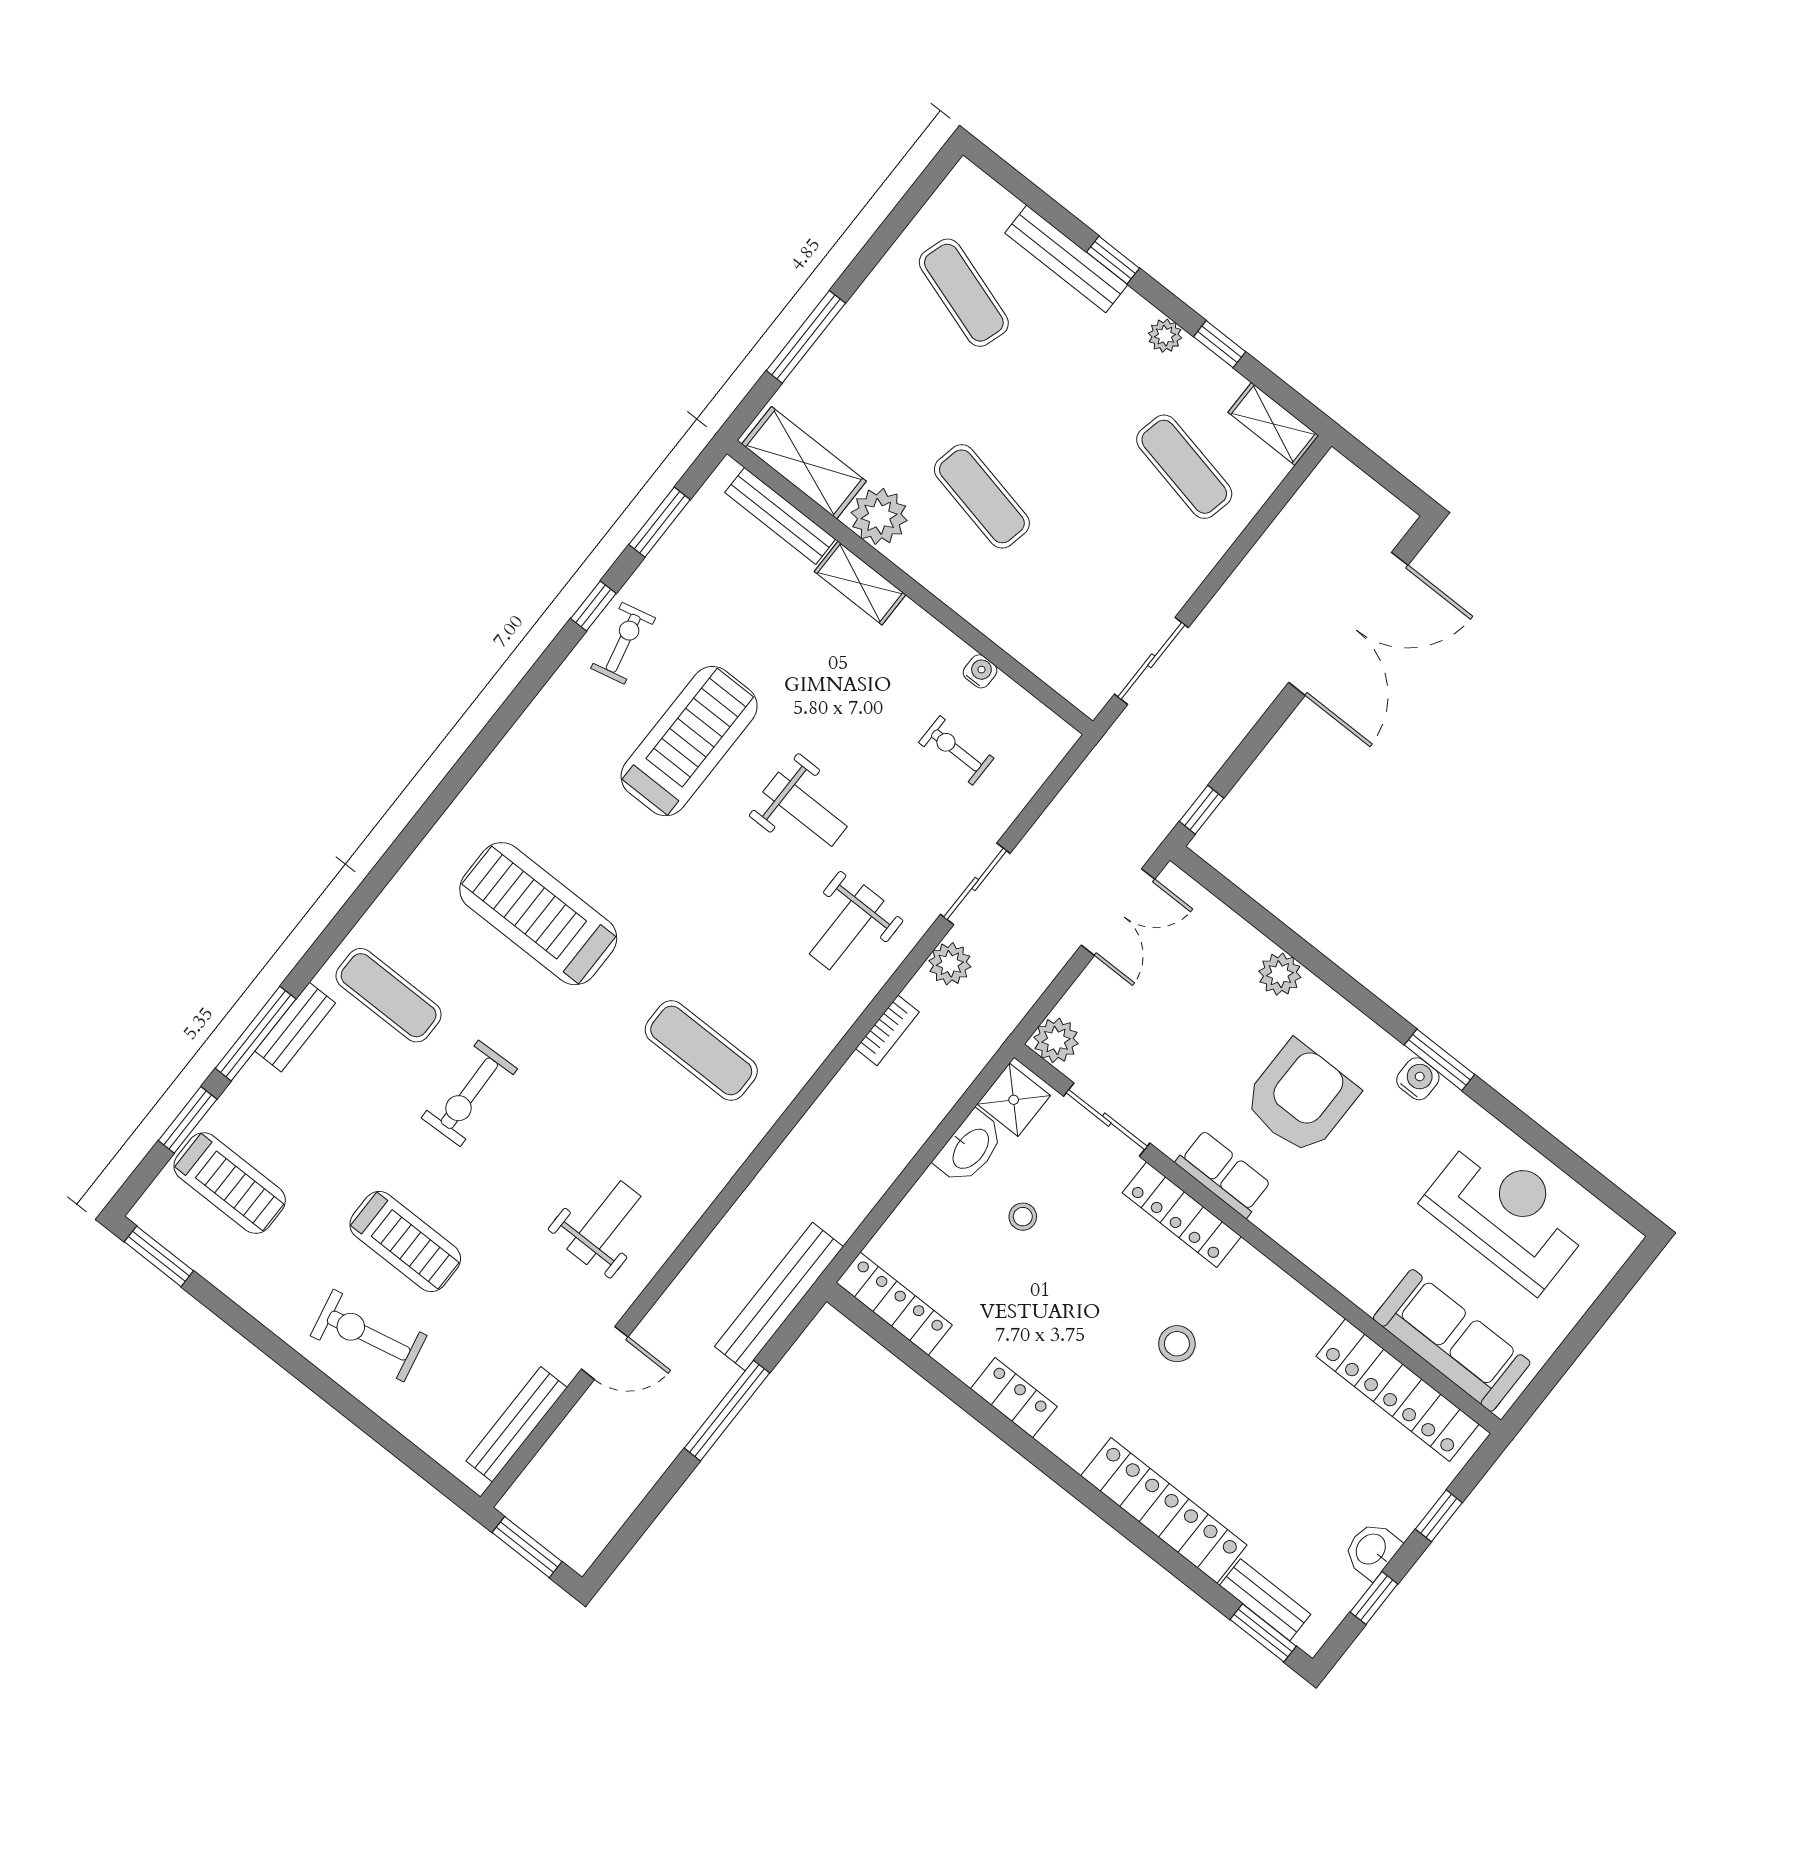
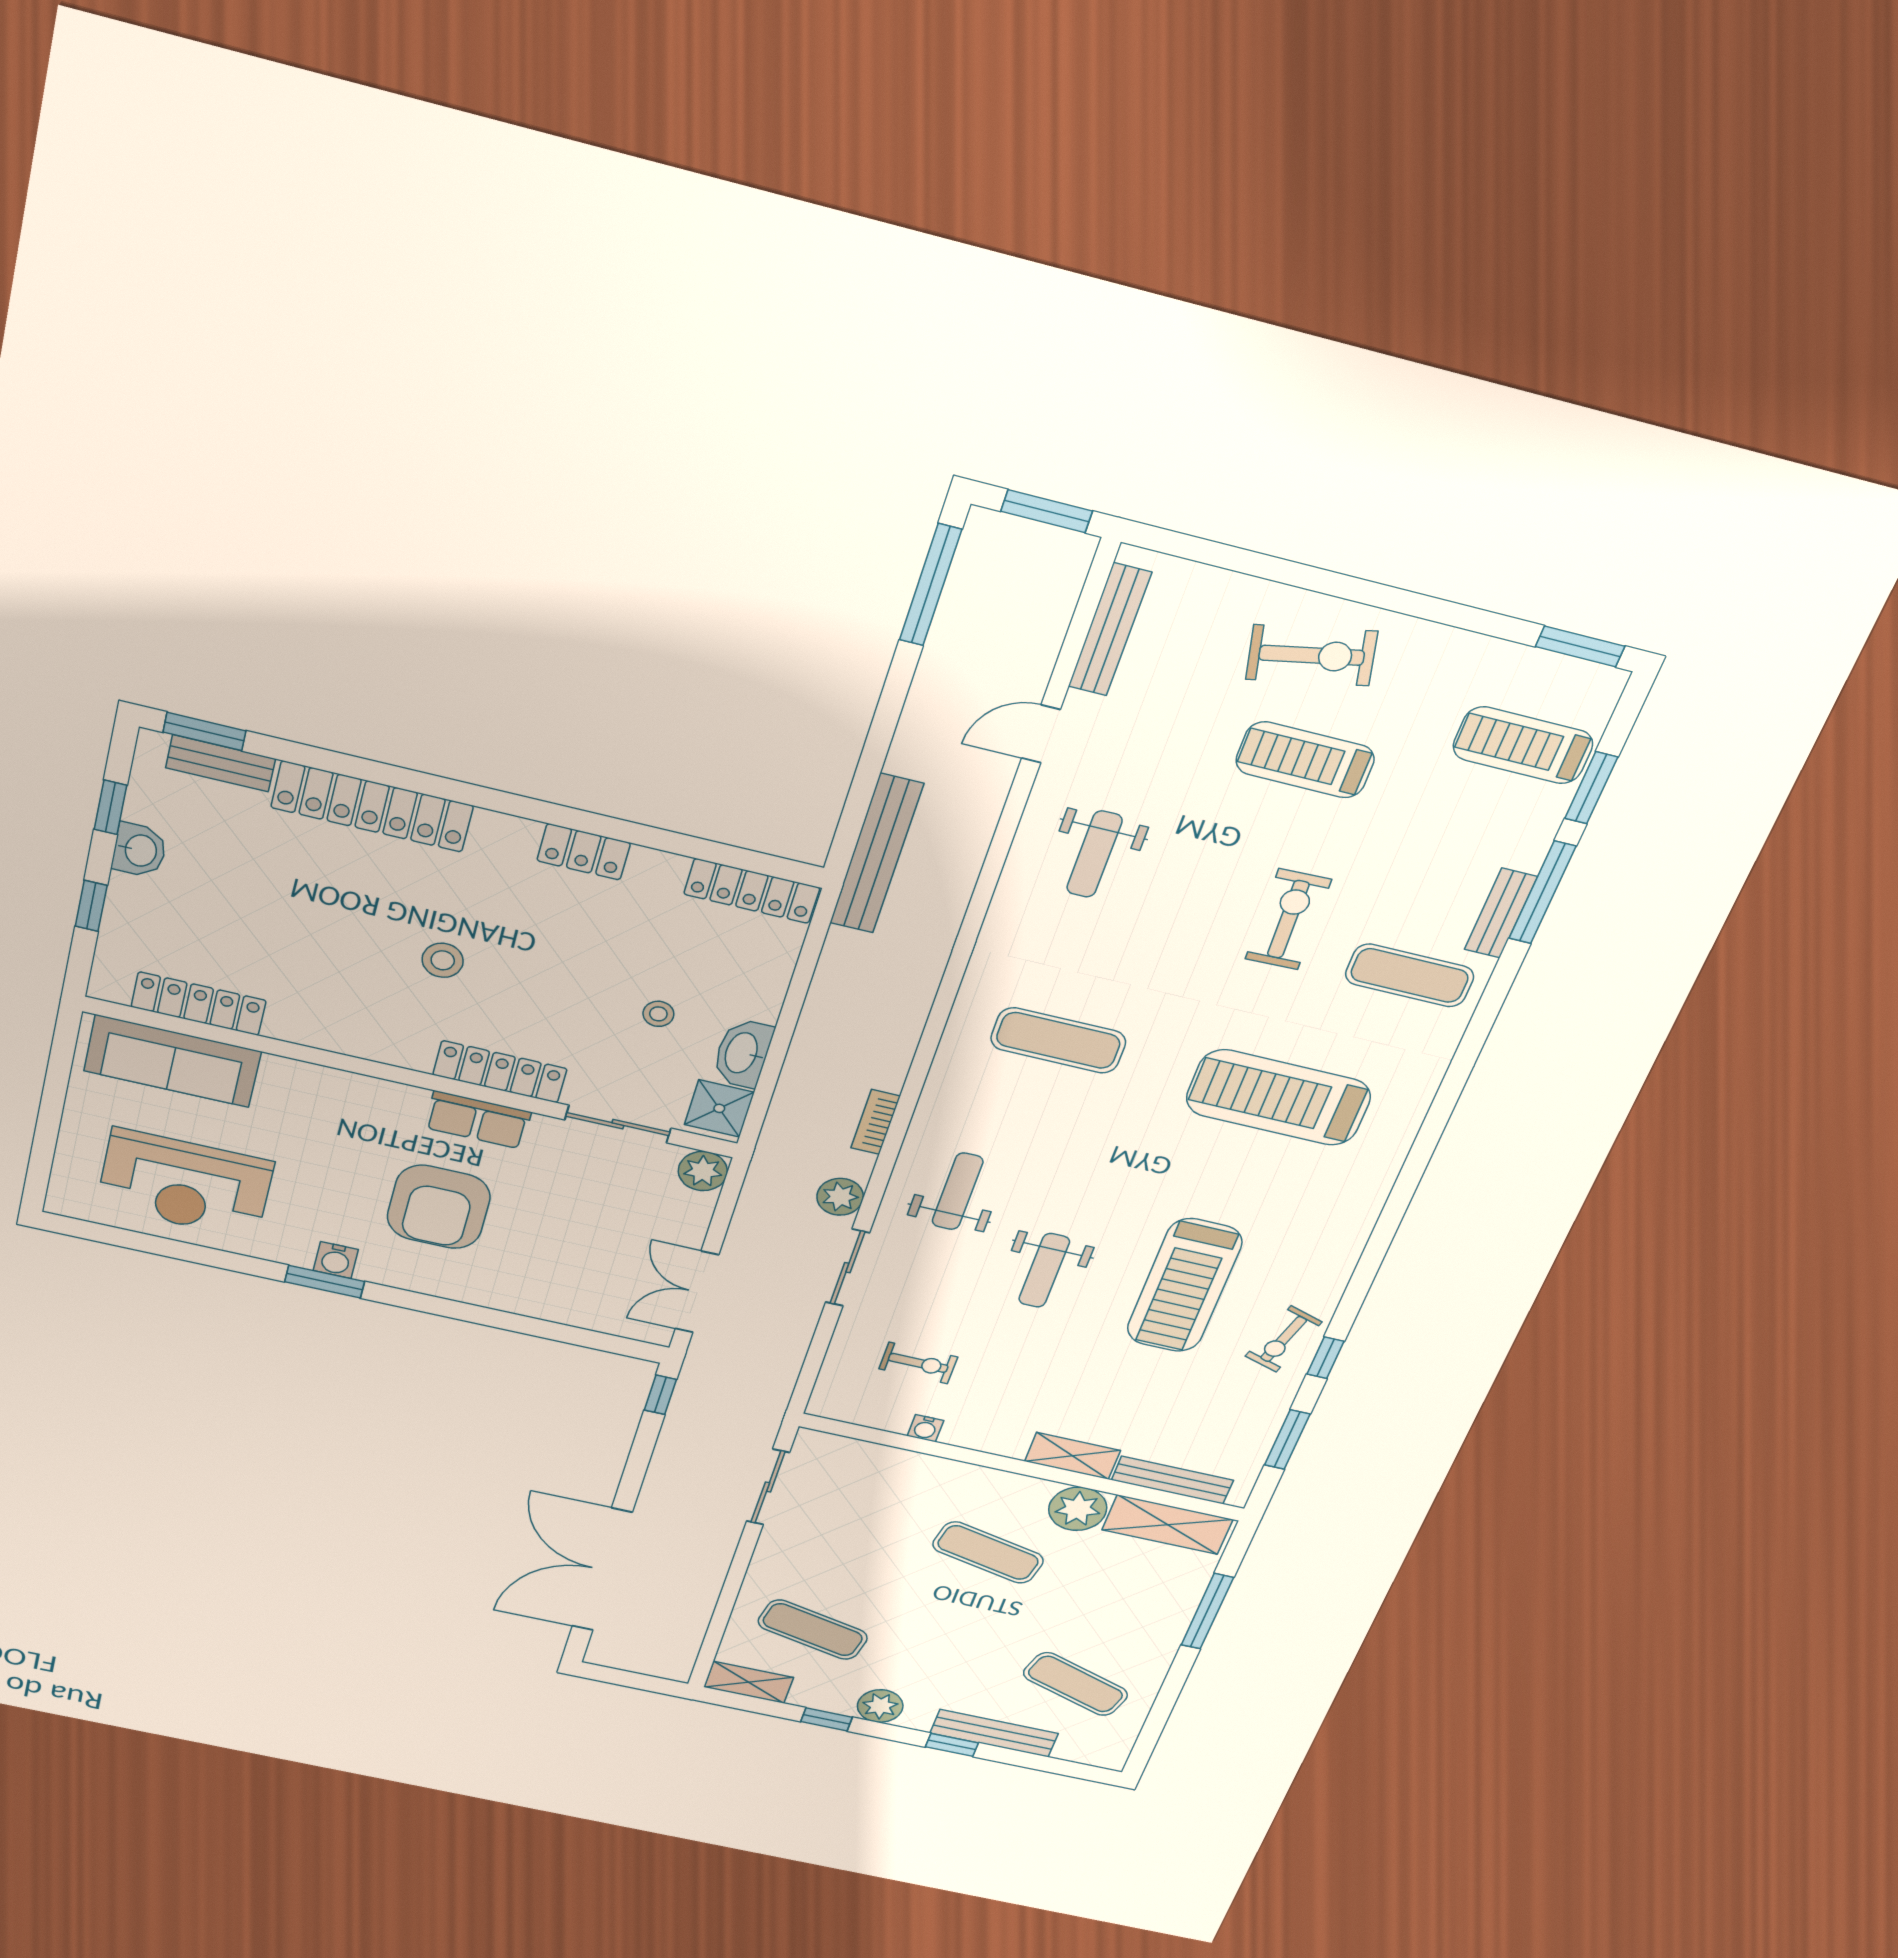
plant: (1165, 336) -> (880, 1706), width x1.38, depth x1.38
exercise bike: (623, 643) -> (1284, 1339), turned 30
weight bench: (805, 809) -> (1044, 1270), turned -90
treadmill: (538, 914) -> (1278, 1098), turned 180
plant: (1280, 974) -> (515, 1296), removed
locker: (1398, 1390) -> (199, 1004), width x0.71, depth x0.83
window: (727, 1411) -> (931, 585), moved

